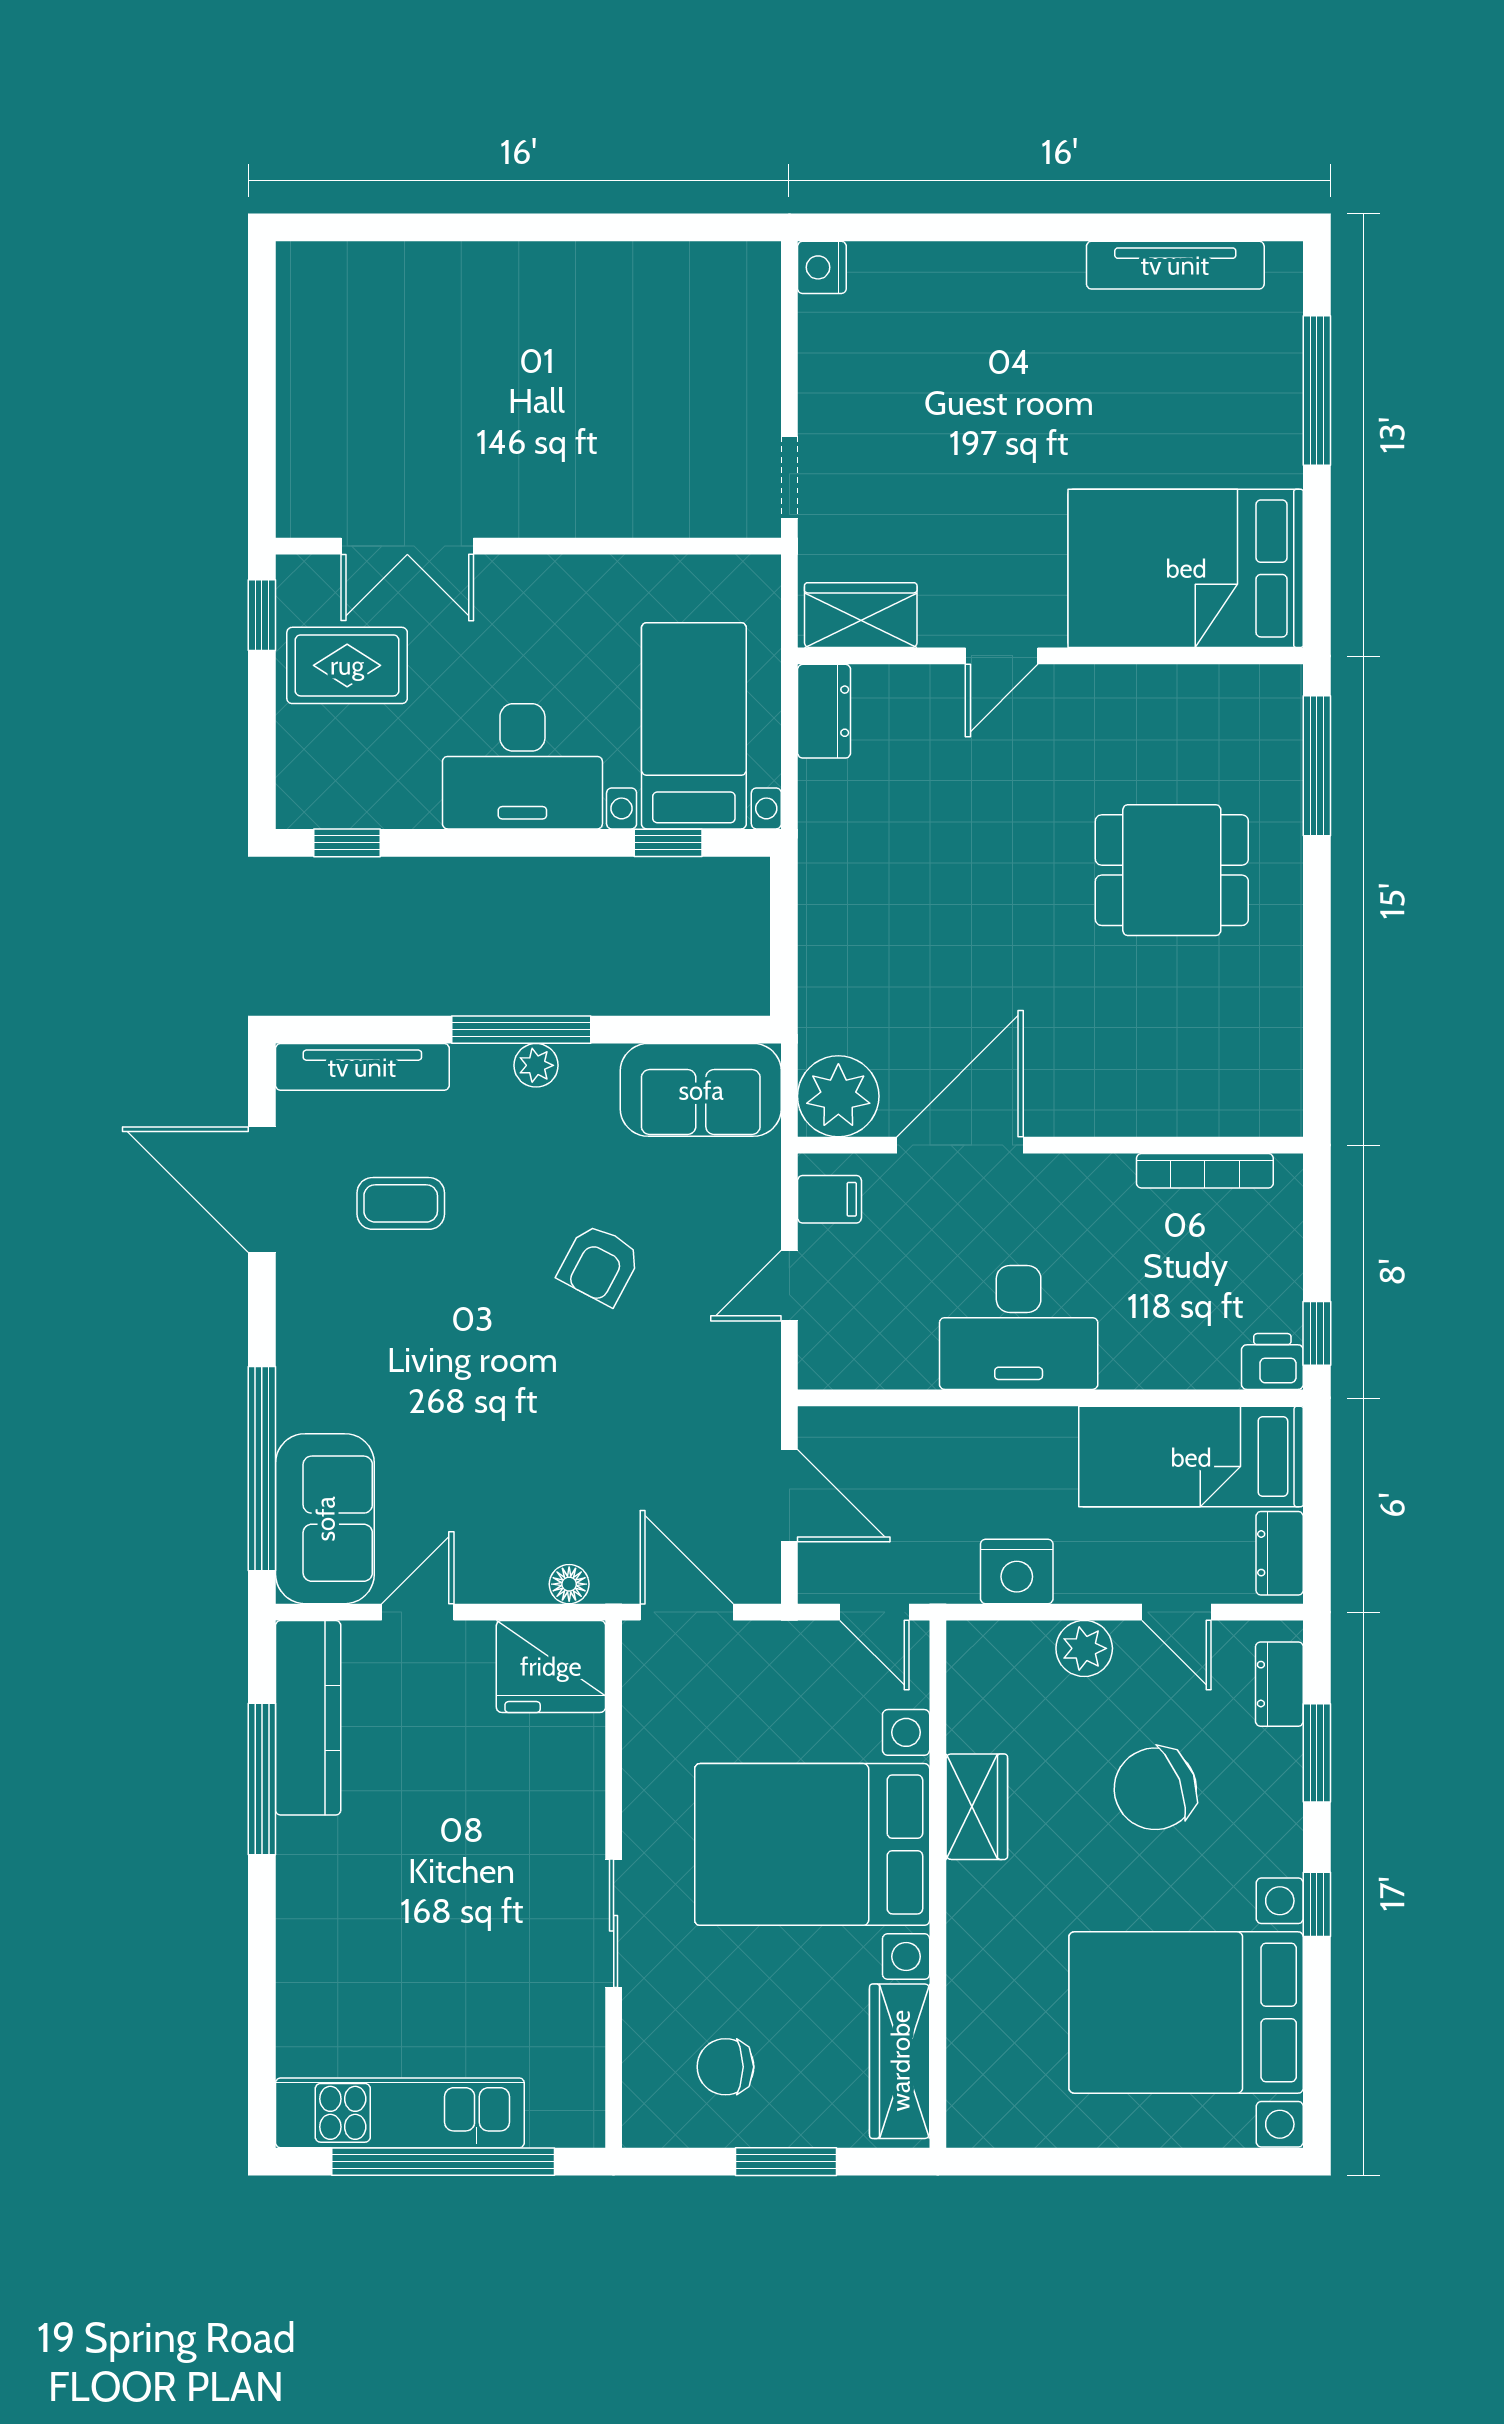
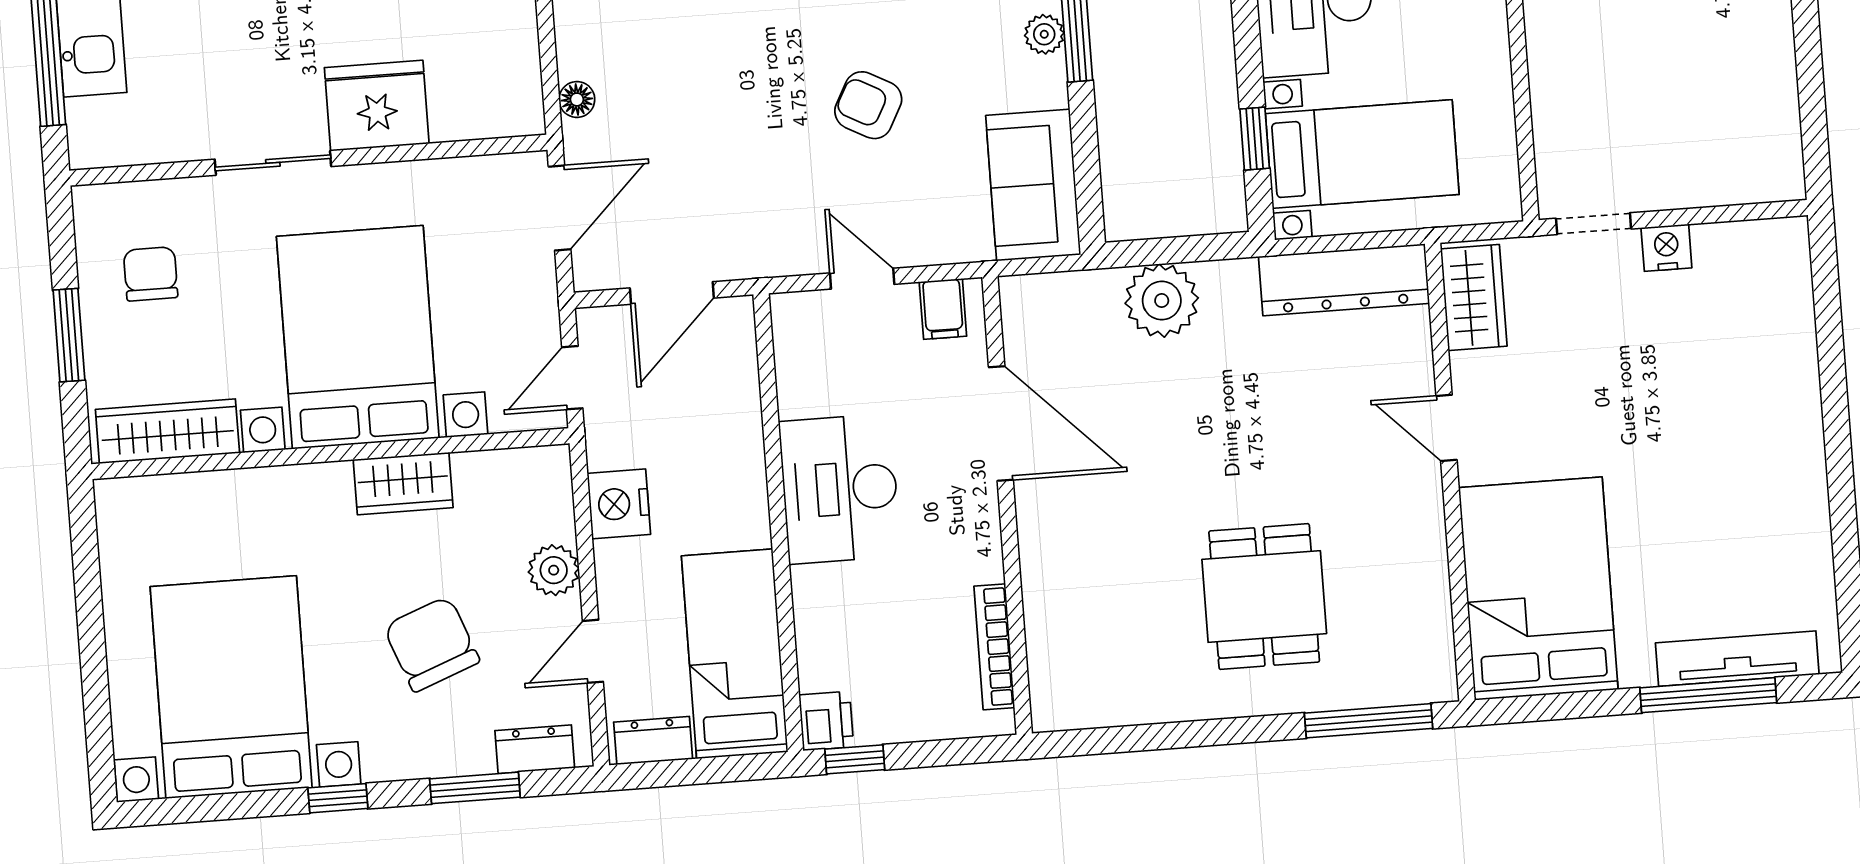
tv unit: (1175, 265) -> (1737, 659), moved, turned 90
nightstand: (822, 267) -> (1666, 248), moved
dresser: (824, 711) -> (1344, 280), width x1.96, depth x1.24
plant: (838, 1096) -> (1162, 301), moved
fridge: (551, 1666) -> (377, 106), moved, turned 90

